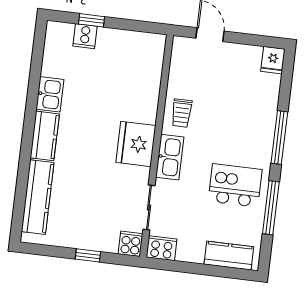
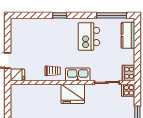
fridge: (273, 60) -> (17, 75), moved
window: (279, 137) -> (60, 15), width x0.46
window: (271, 208) -> (112, 15), moved

